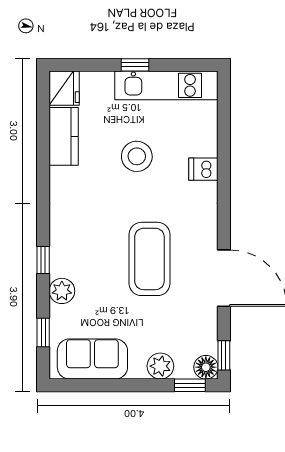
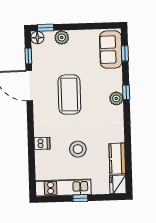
plant: (62, 291) -> (116, 98), moved
window: (224, 355) -> (28, 56), moved
sofa: (92, 359) -> (111, 50), moved, turned 90

